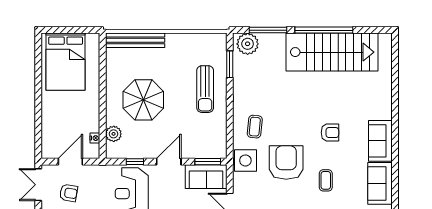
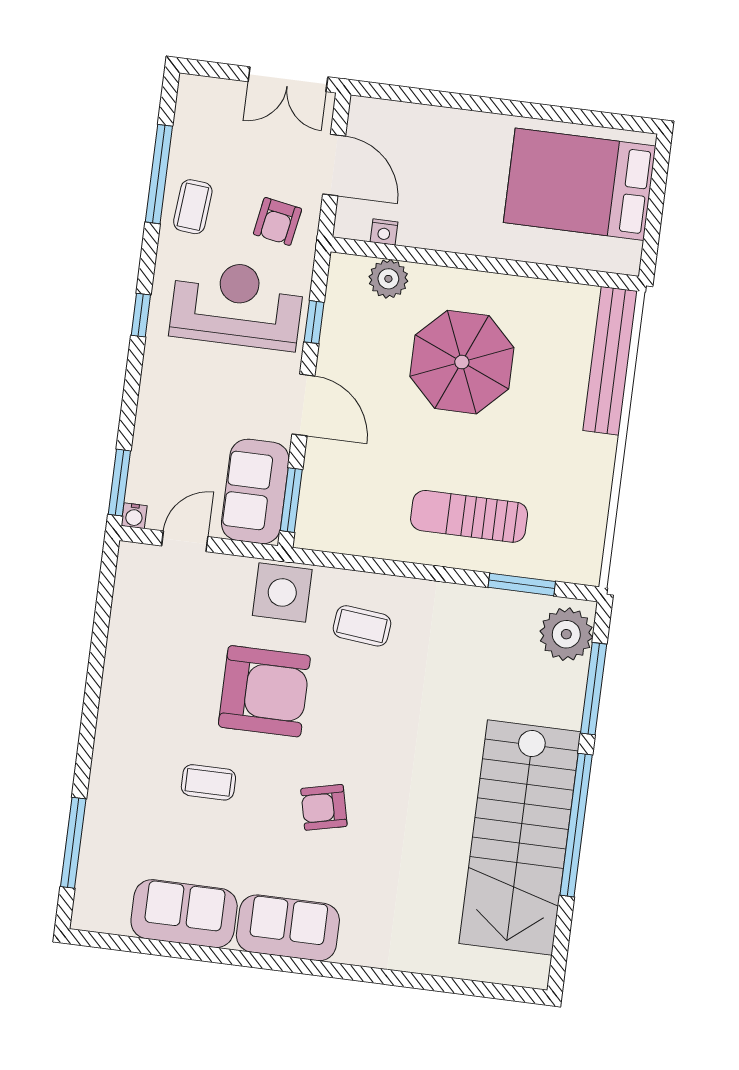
armchair: (330, 133) -> (324, 807), turned 77
double door: (38, 185) -> (288, 79), swing flipped
armchair: (69, 193) -> (277, 221), moved

